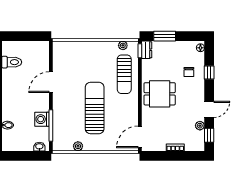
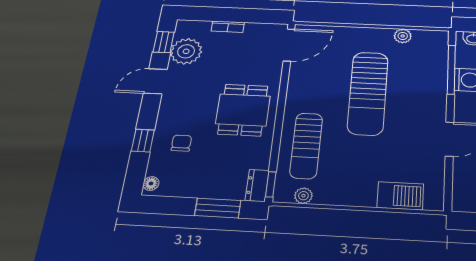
barbecue: (75, 48) -> (400, 196), added
sun lounger: (124, 74) -> (306, 146), turned 180
dining table: (160, 94) -> (243, 110), turned 90
plant: (200, 126) -> (186, 51), width x1.88, depth x1.88

